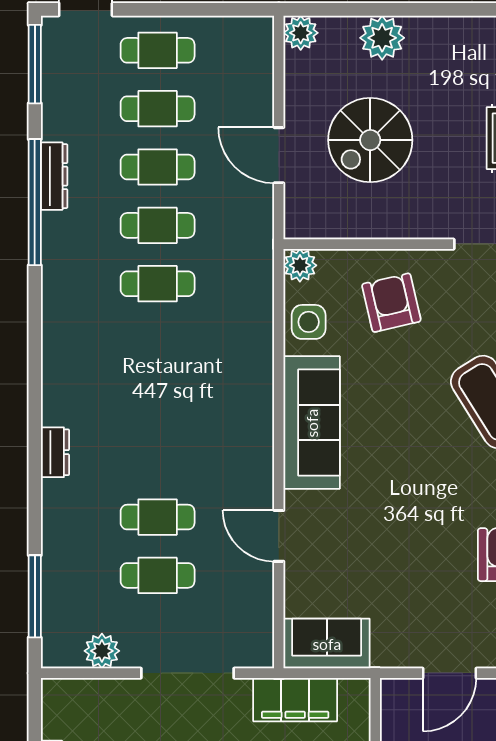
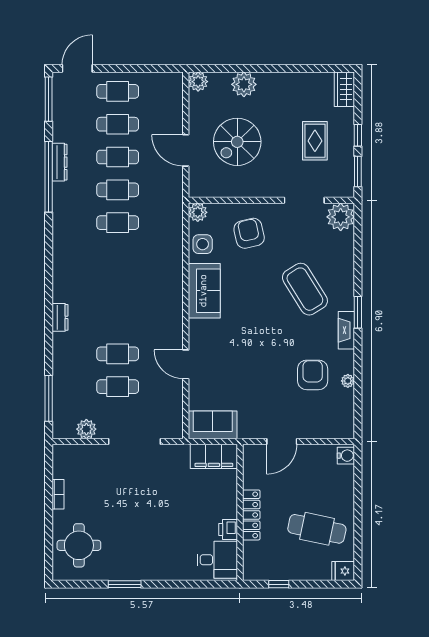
sofa: (312, 423) -> (204, 291), width x0.73
filing cabinet: (295, 700) -> (214, 456), moved

